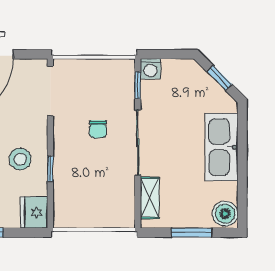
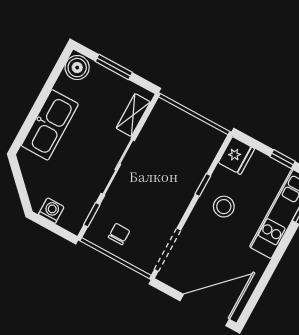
washing machine: (151, 69) -> (51, 211), moved
window: (219, 78) -> (20, 184), removed
chair: (98, 129) -> (119, 234), moved

